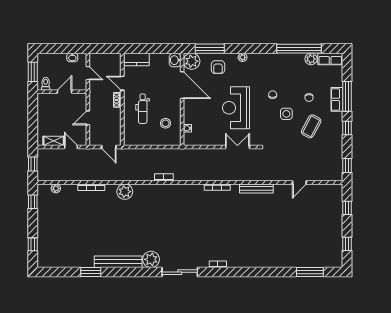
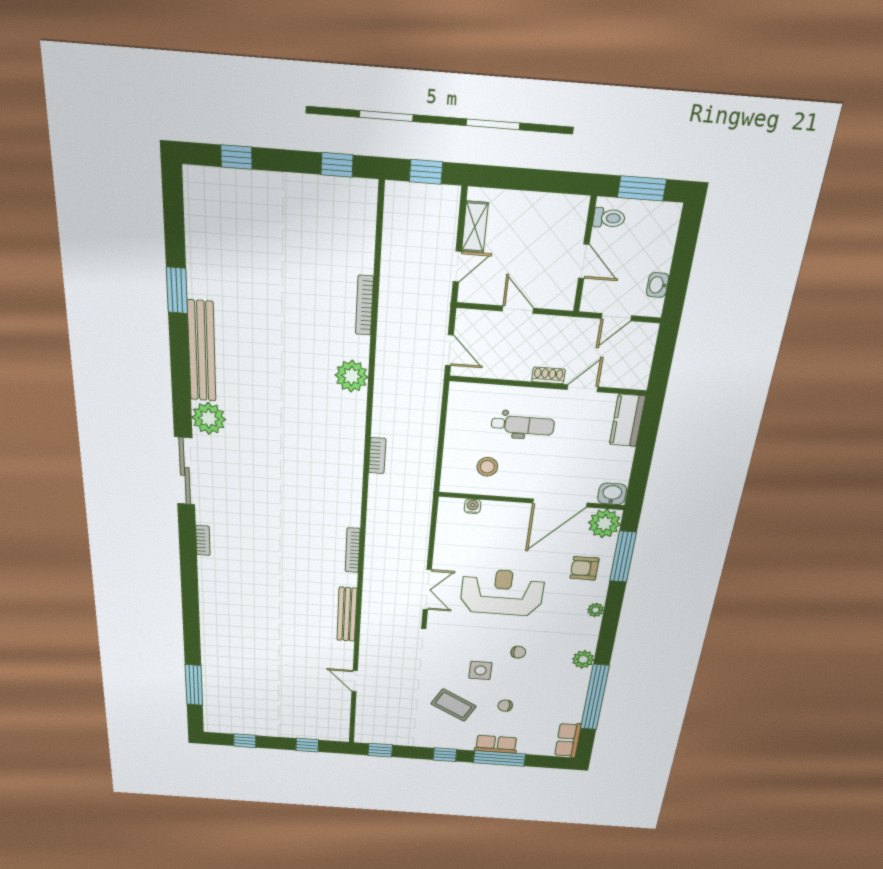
plant: (311, 59) -> (583, 659), moved
dental chair: (143, 109) -> (523, 425), turned 180
door: (109, 147) -> (449, 350), swing flipped
plant: (56, 188) -> (366, 224), removed

